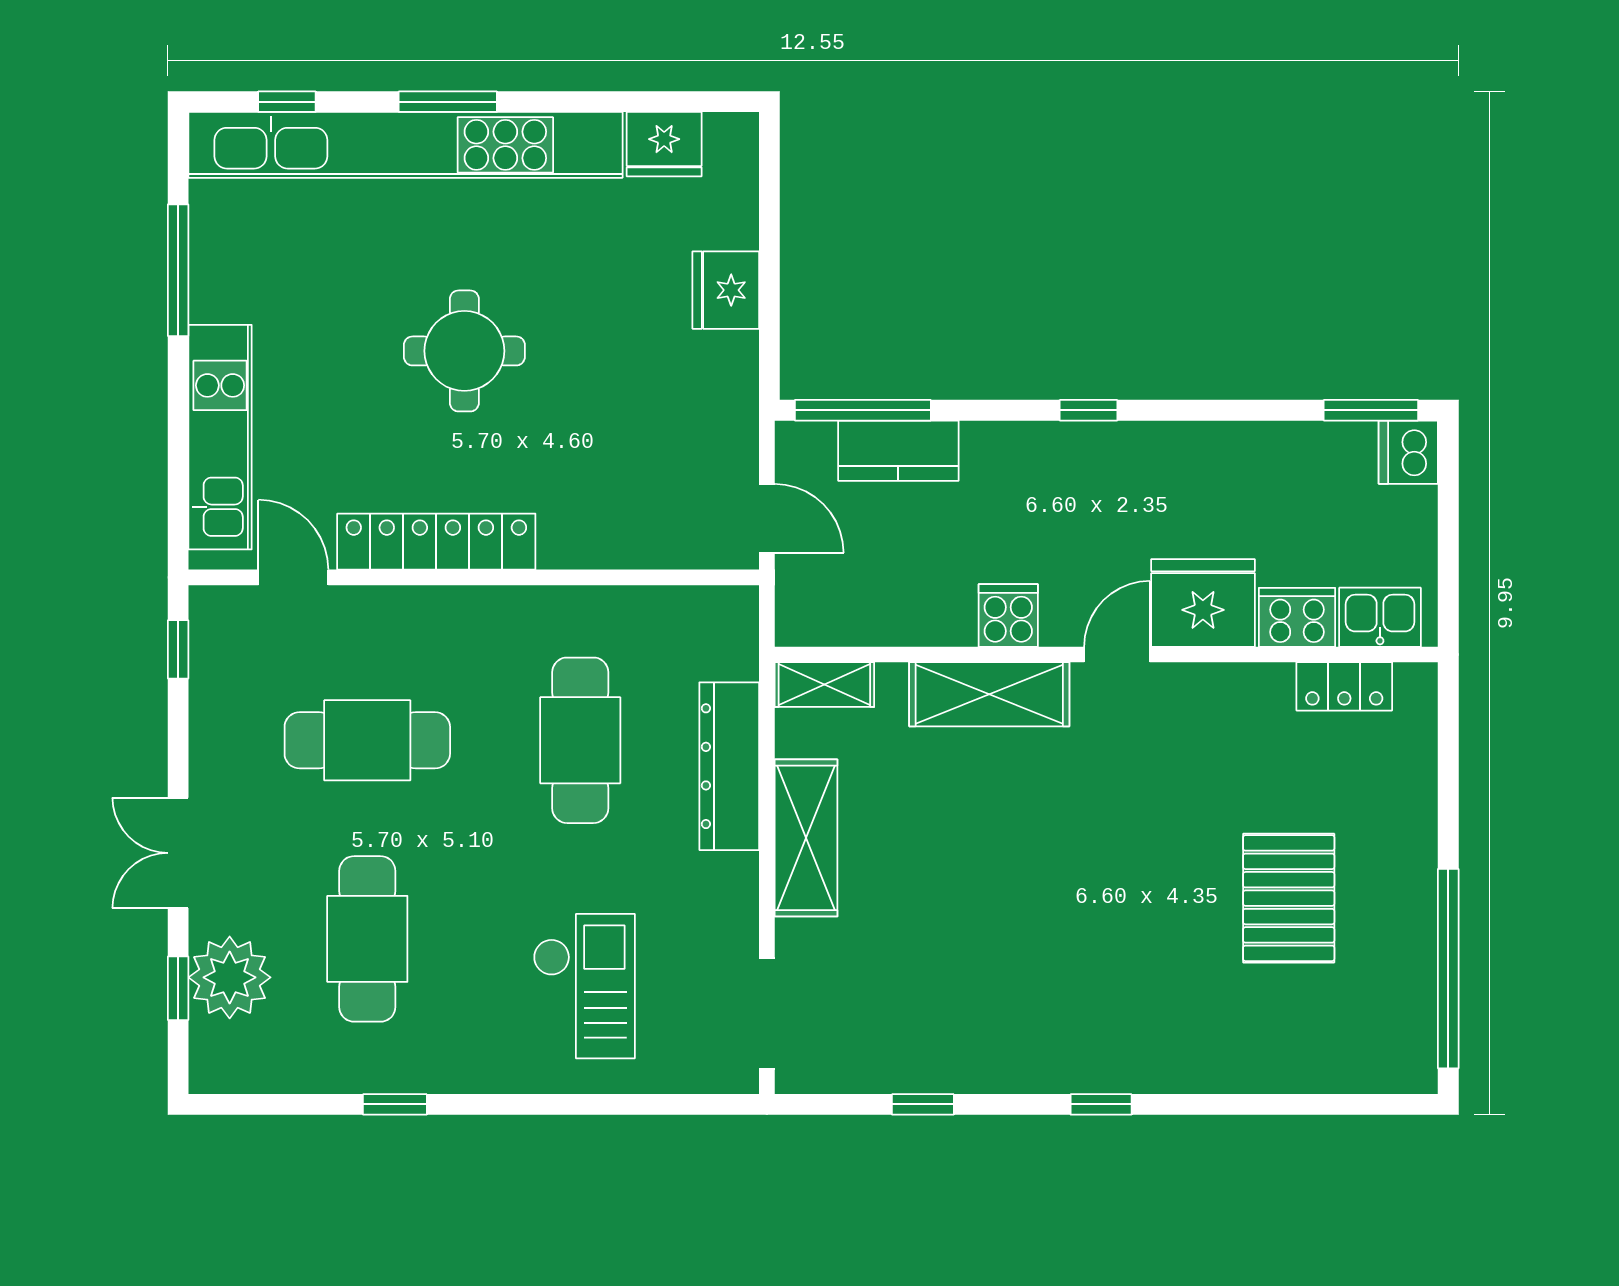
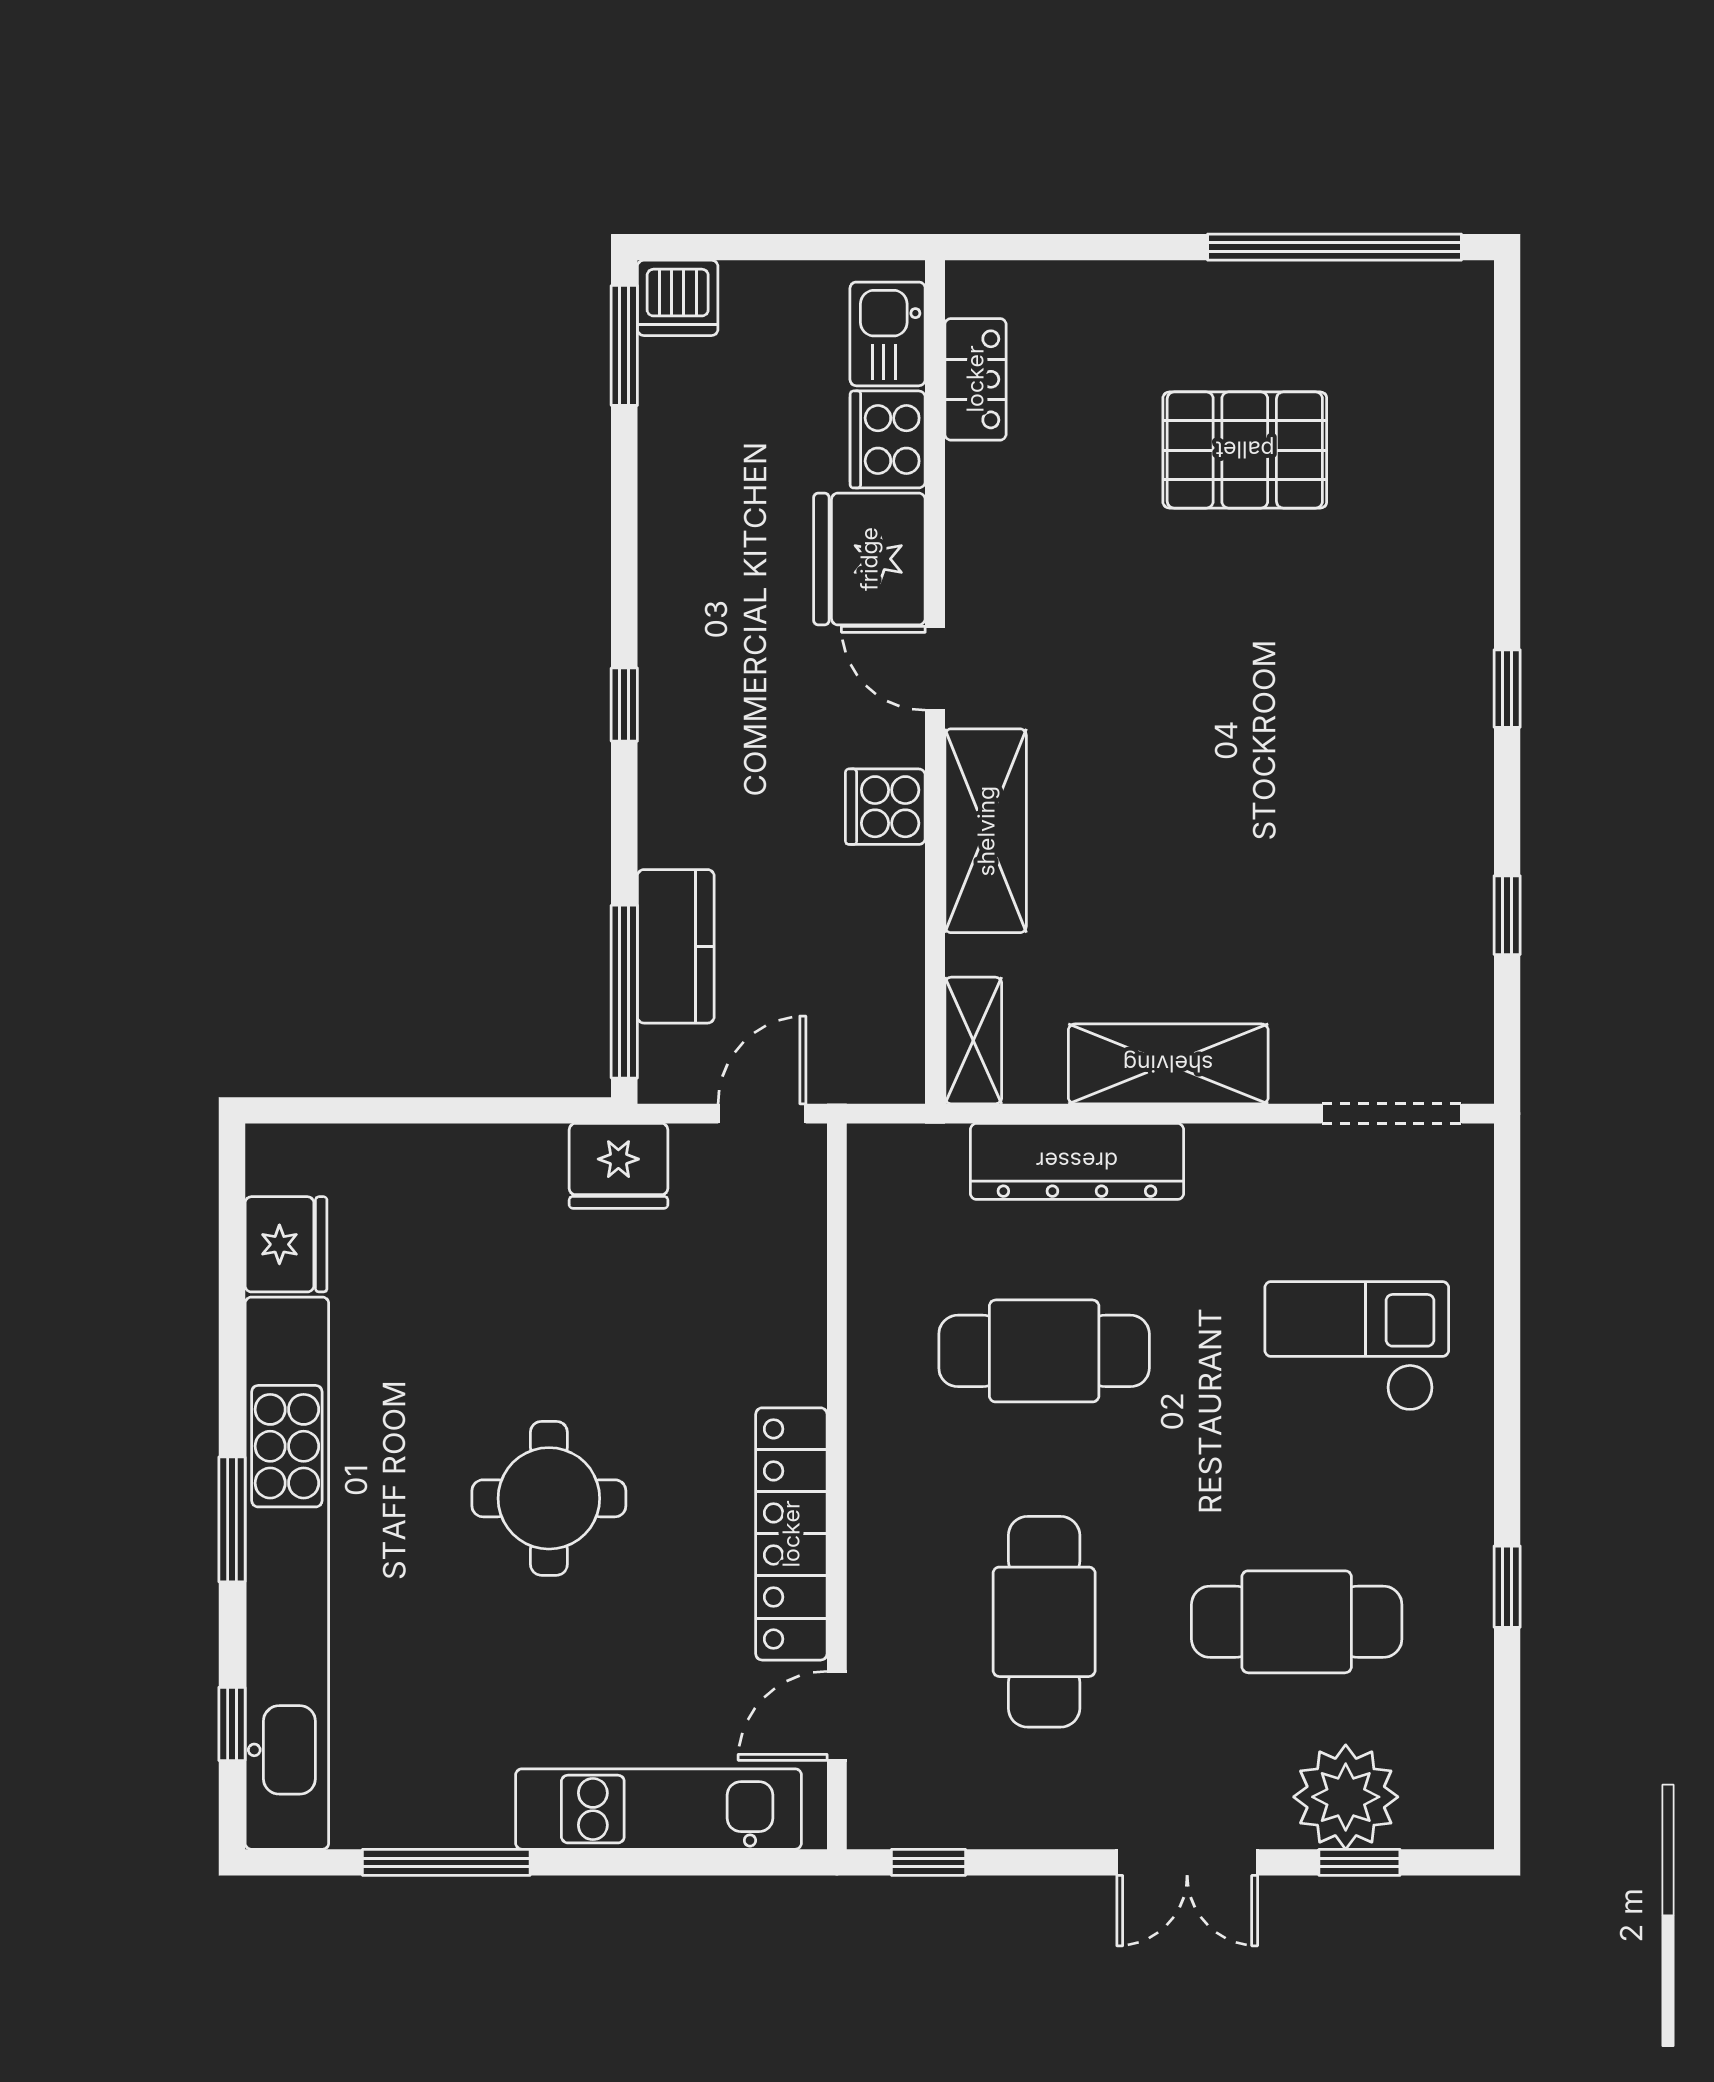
fridge: (726, 290) -> (618, 1166), moved

